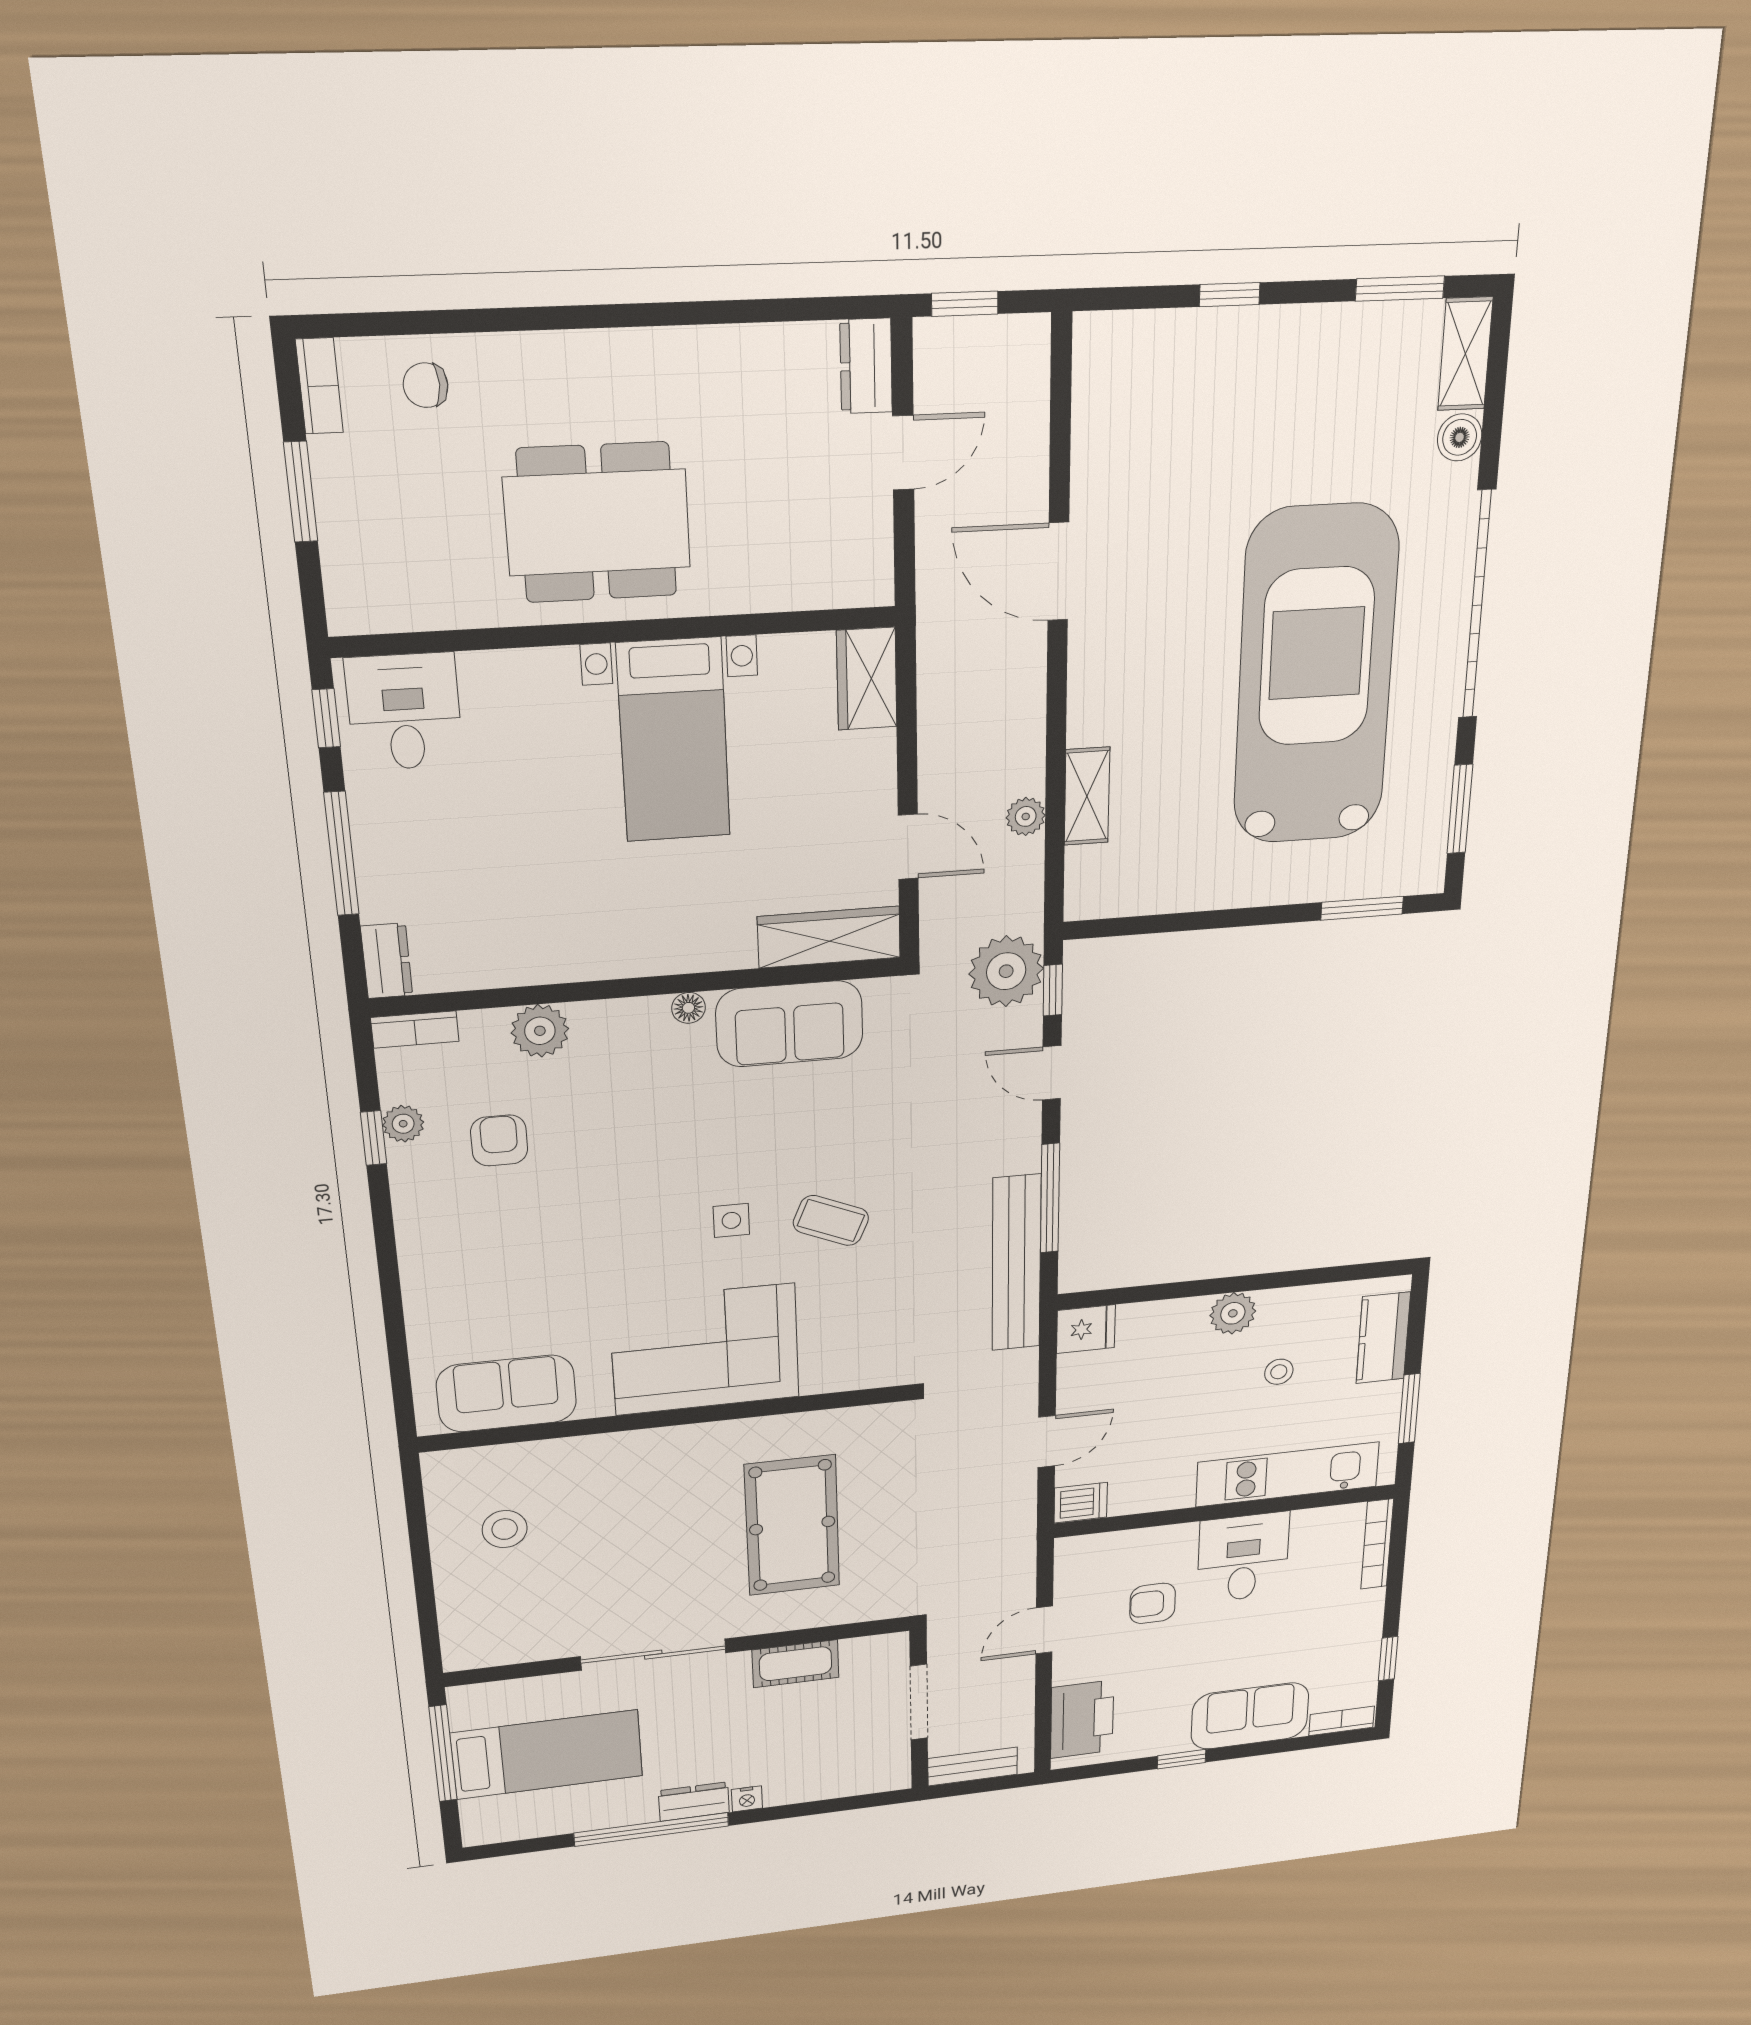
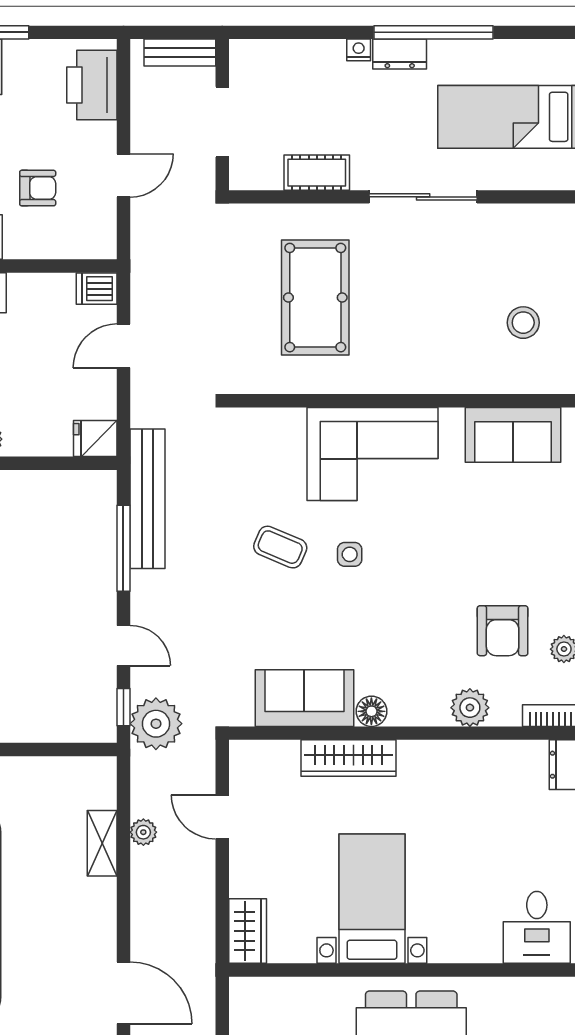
wardrobe: (829, 937) -> (349, 758), moved
floor lamp: (688, 1008) -> (371, 711), width x1.37, depth x1.37
armchair: (499, 1140) -> (503, 631), width x1.38, depth x1.38

